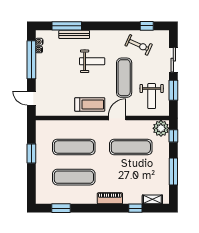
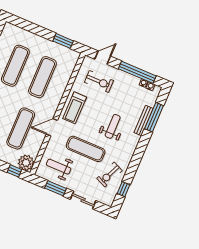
weight bench: (92, 61) -> (113, 126), turned 180
exercise bike: (55, 92) -> (99, 81), added
door: (117, 118) -> (52, 127), swing flipped
window: (31, 153) -> (63, 41), moved

